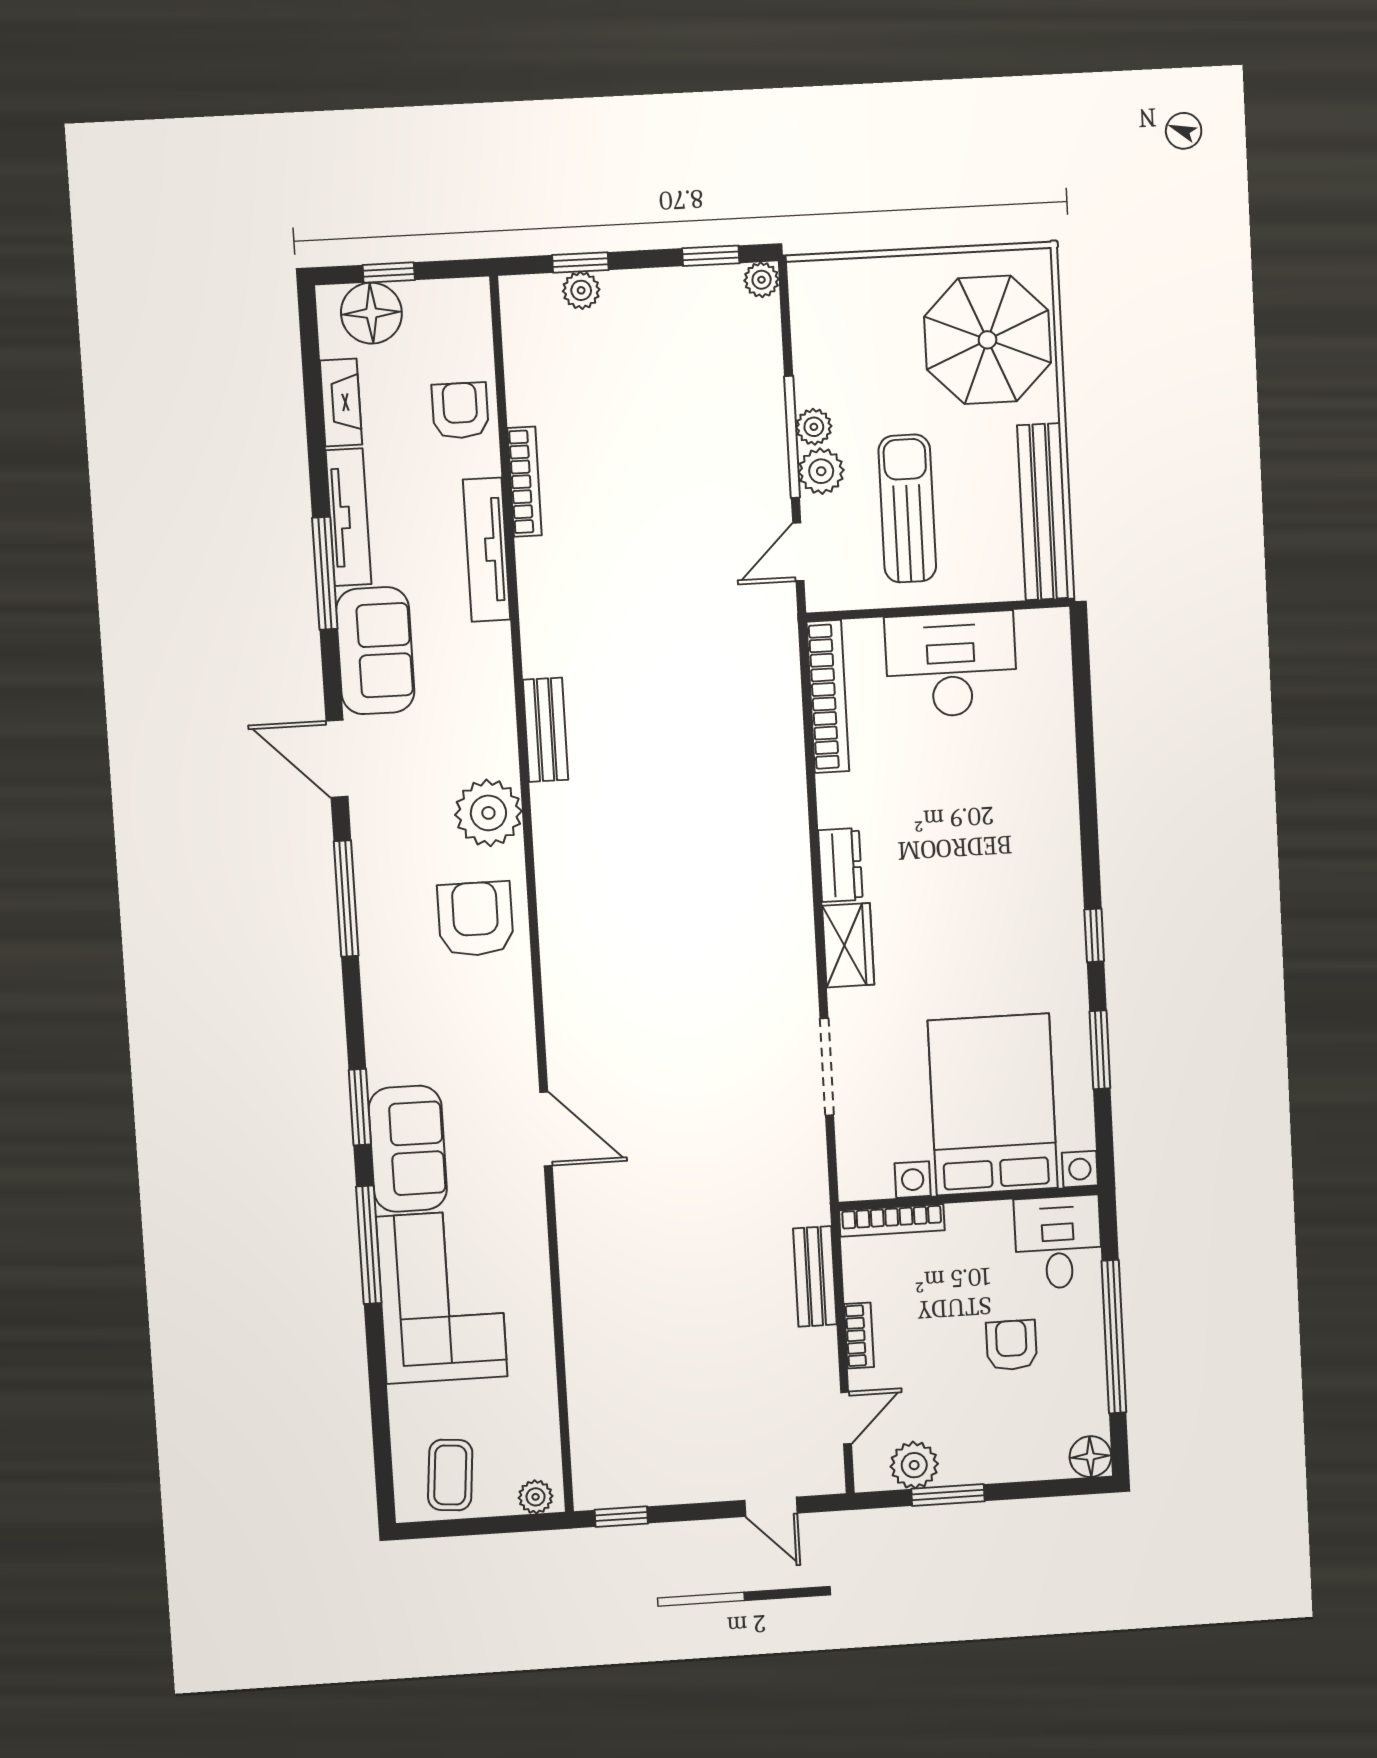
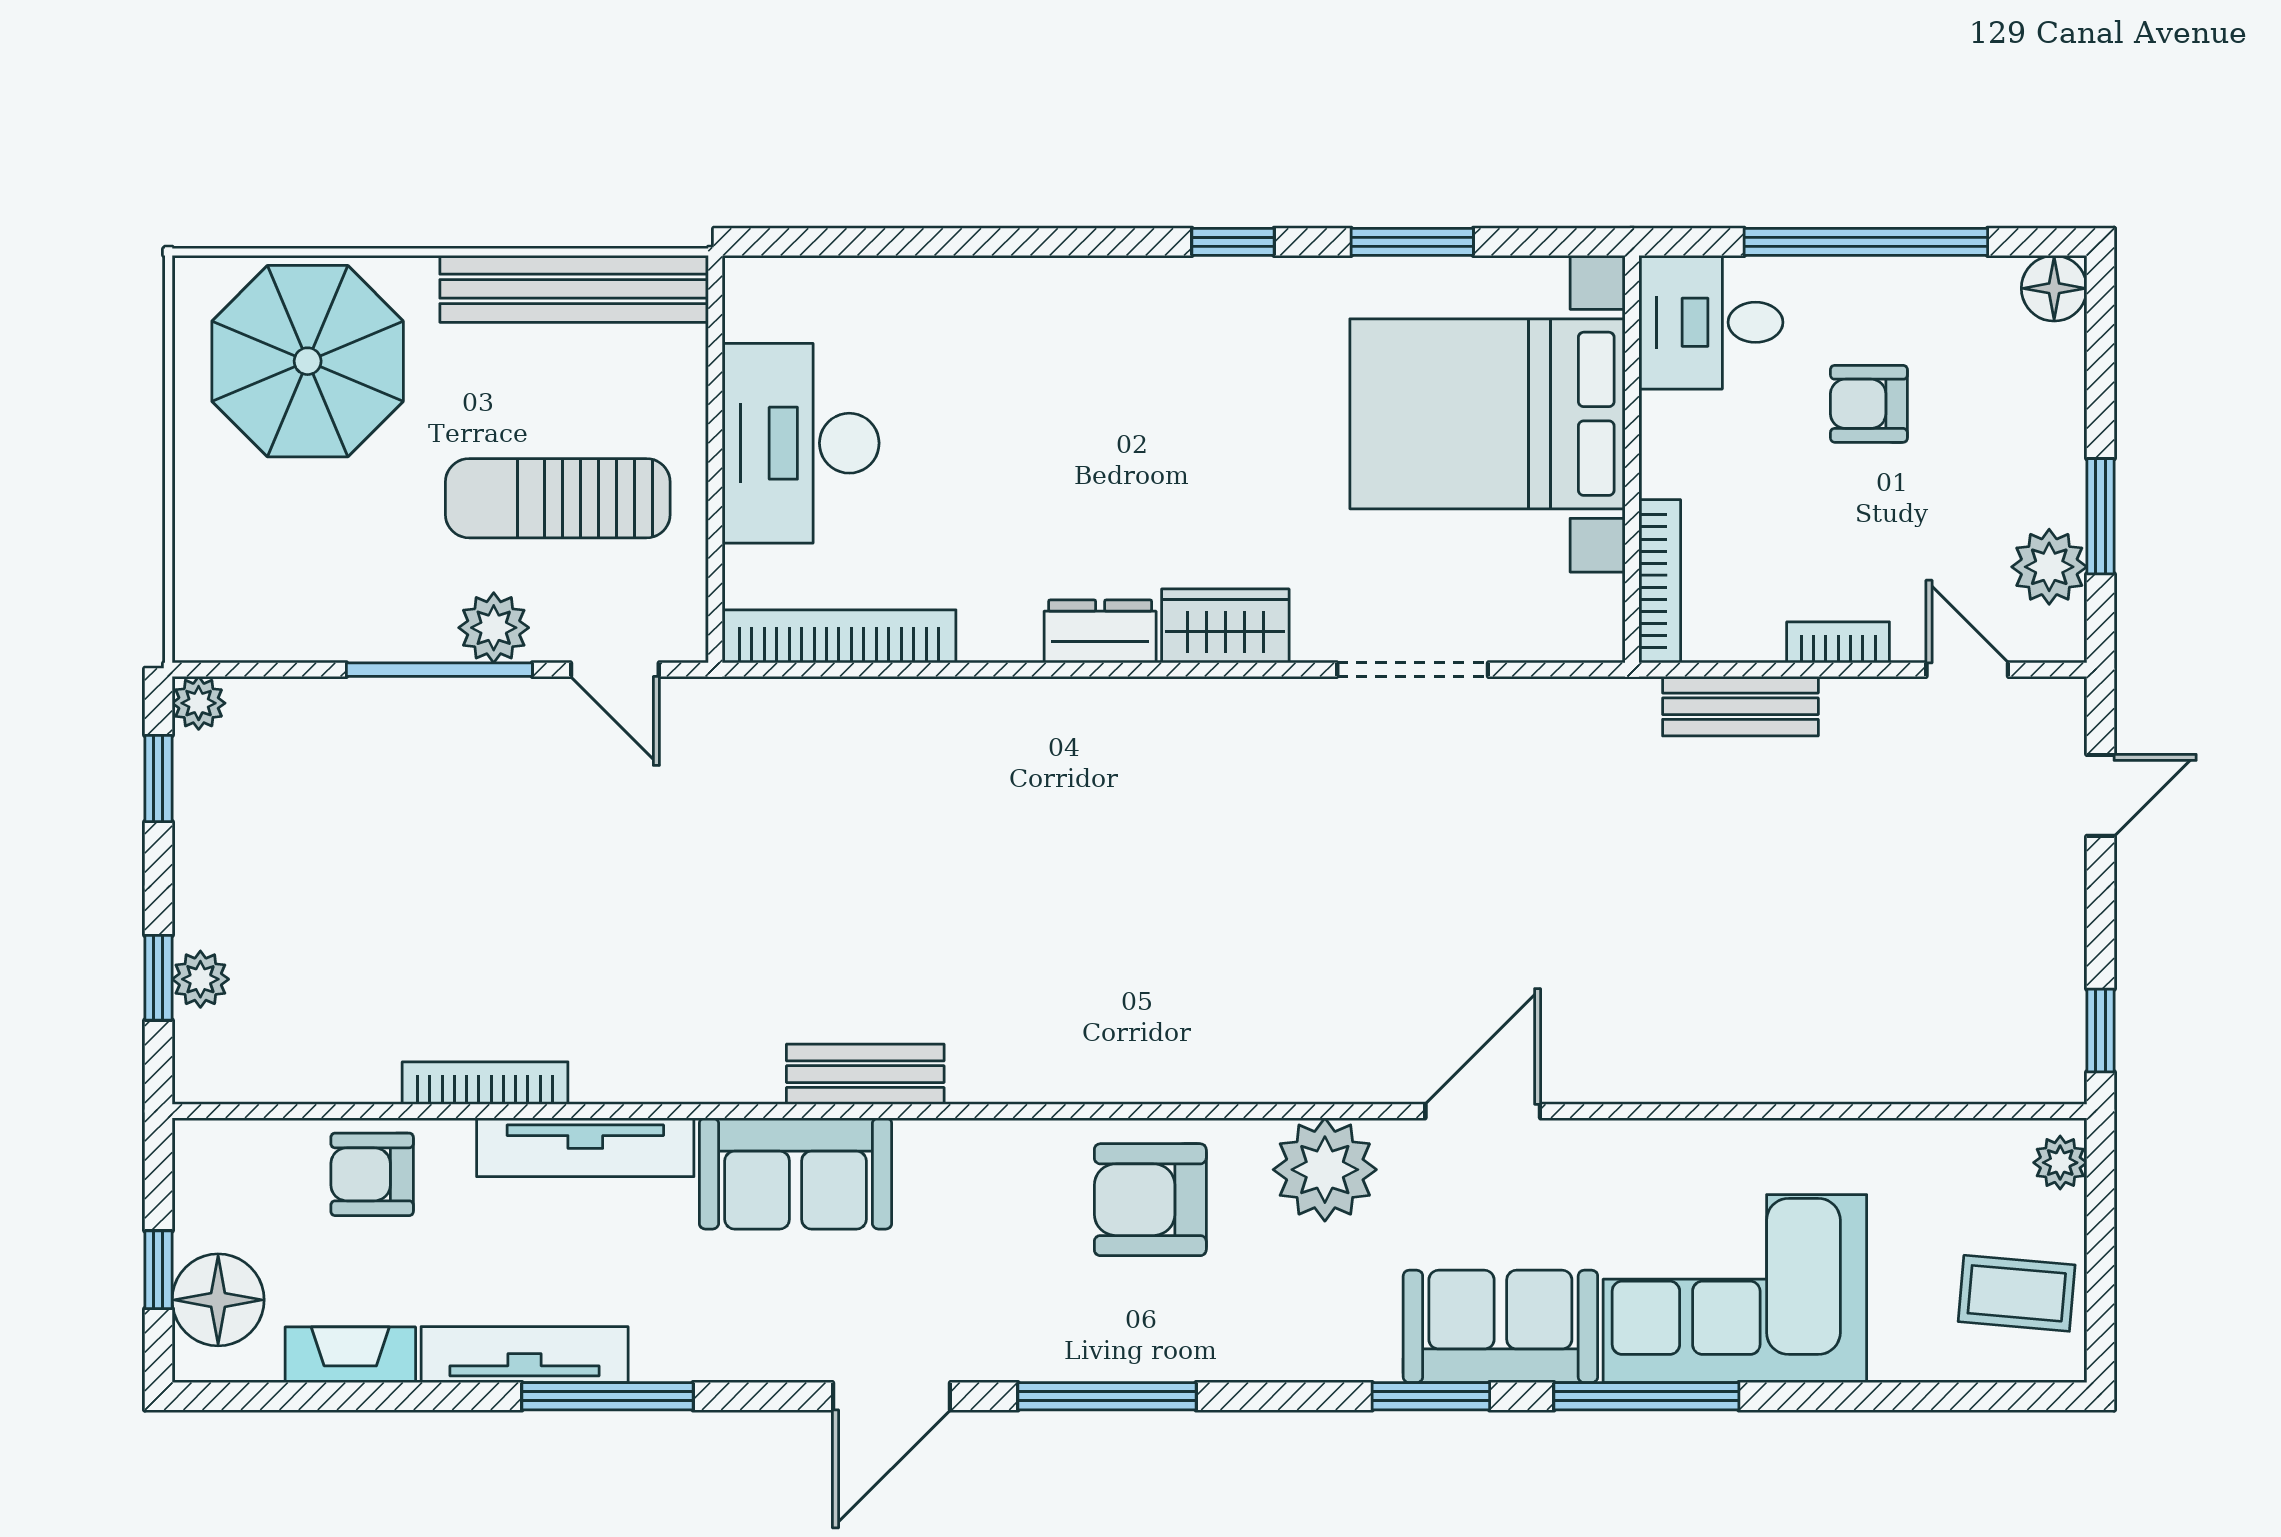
plant: (814, 427) -> (426, 635), removed
sofa: (375, 651) -> (796, 1173), moved, turned 180
plant: (488, 813) -> (1325, 1170), moved

